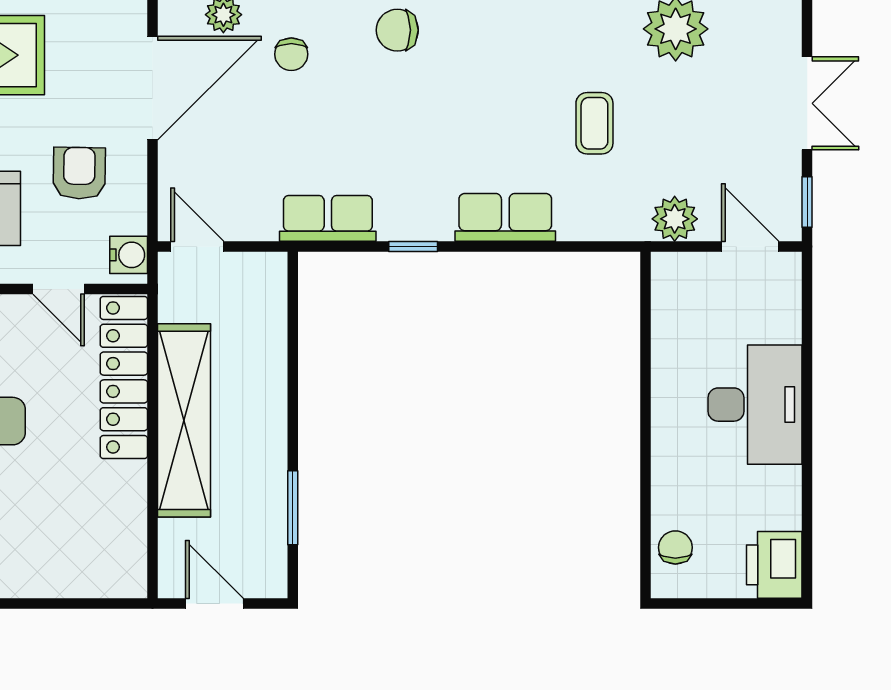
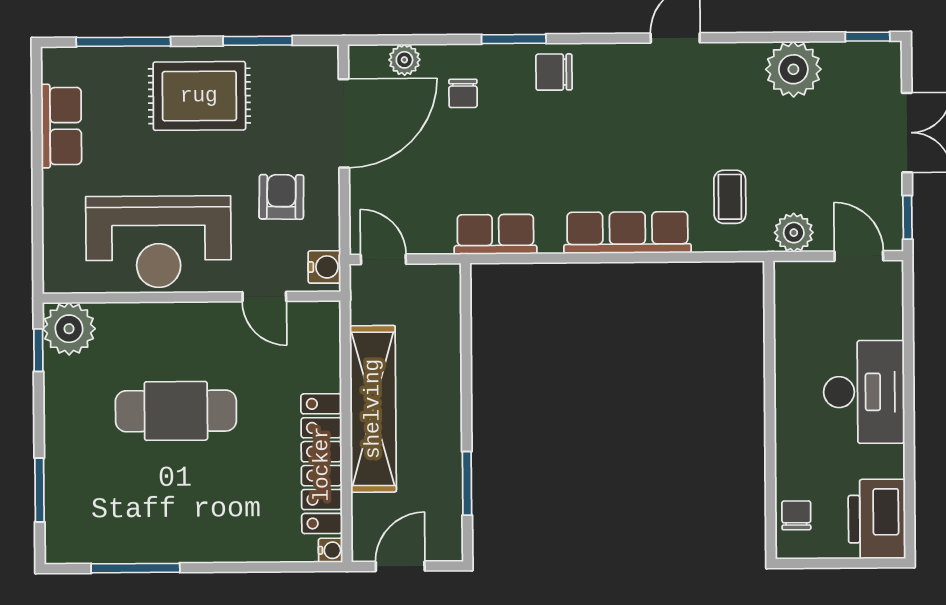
coffee table: (594, 123) -> (730, 197), moved
row of seats: (505, 217) -> (627, 233), width x1.48
window: (413, 246) -> (569, 258), removed
locker: (124, 377) -> (322, 464), moved
printer: (774, 565) -> (877, 519), width x1.37, depth x1.19
water cooler: (134, 584) -> (330, 550), added
door: (214, 603) -> (400, 566), hinge flipped

